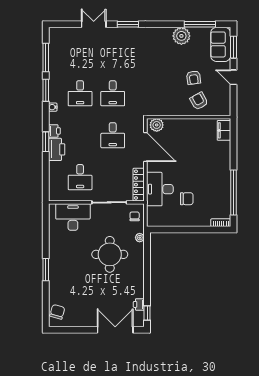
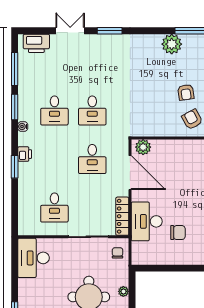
printer: (57, 149) -> (36, 43), moved, turned 90
desk: (73, 217) -> (34, 258), moved, turned -90
plant: (140, 238) -> (123, 291), moved

